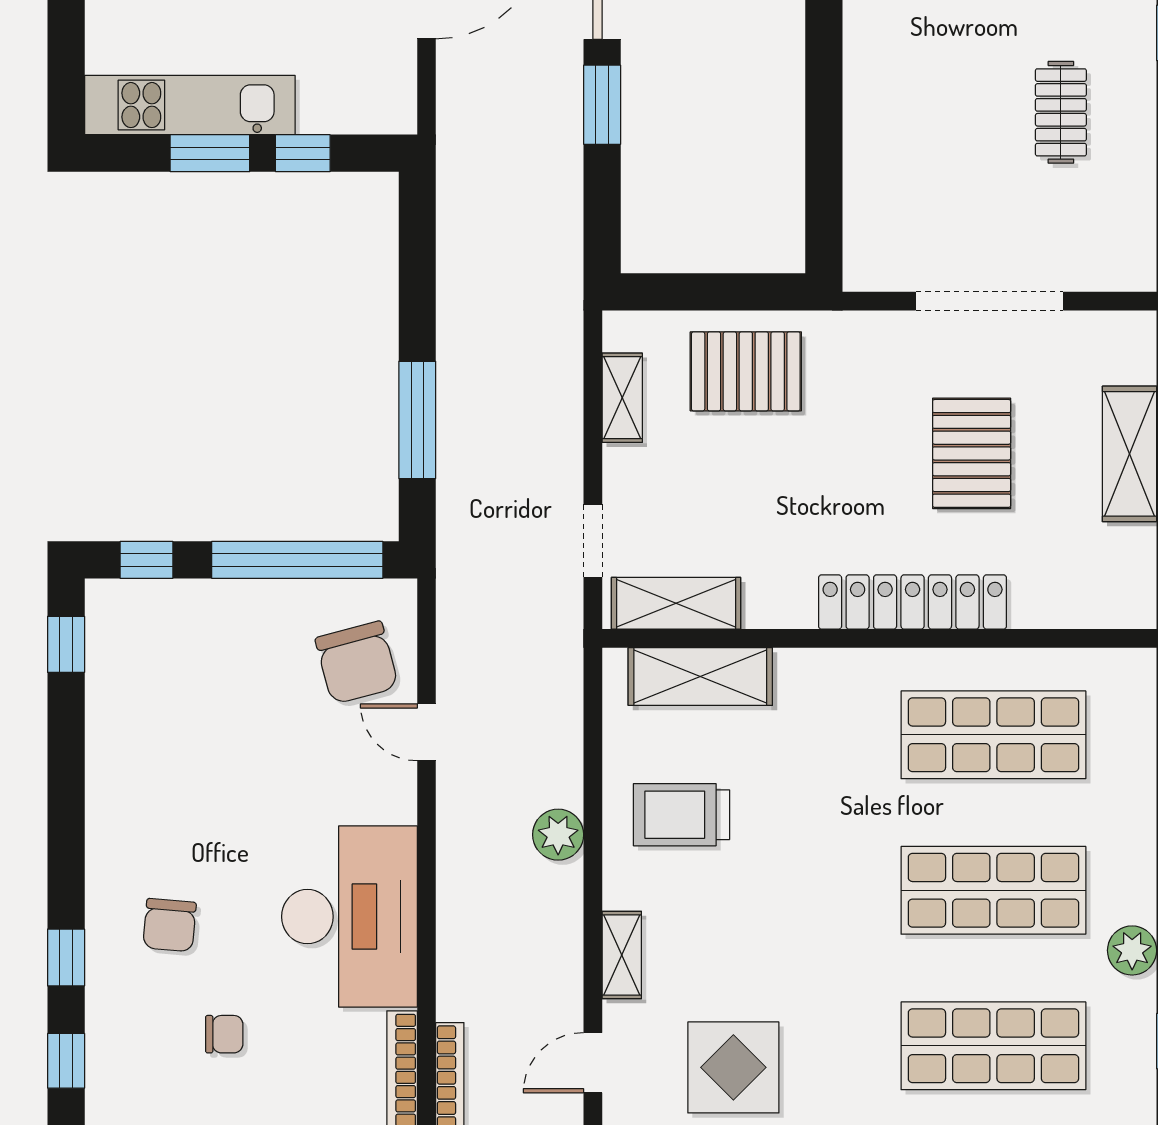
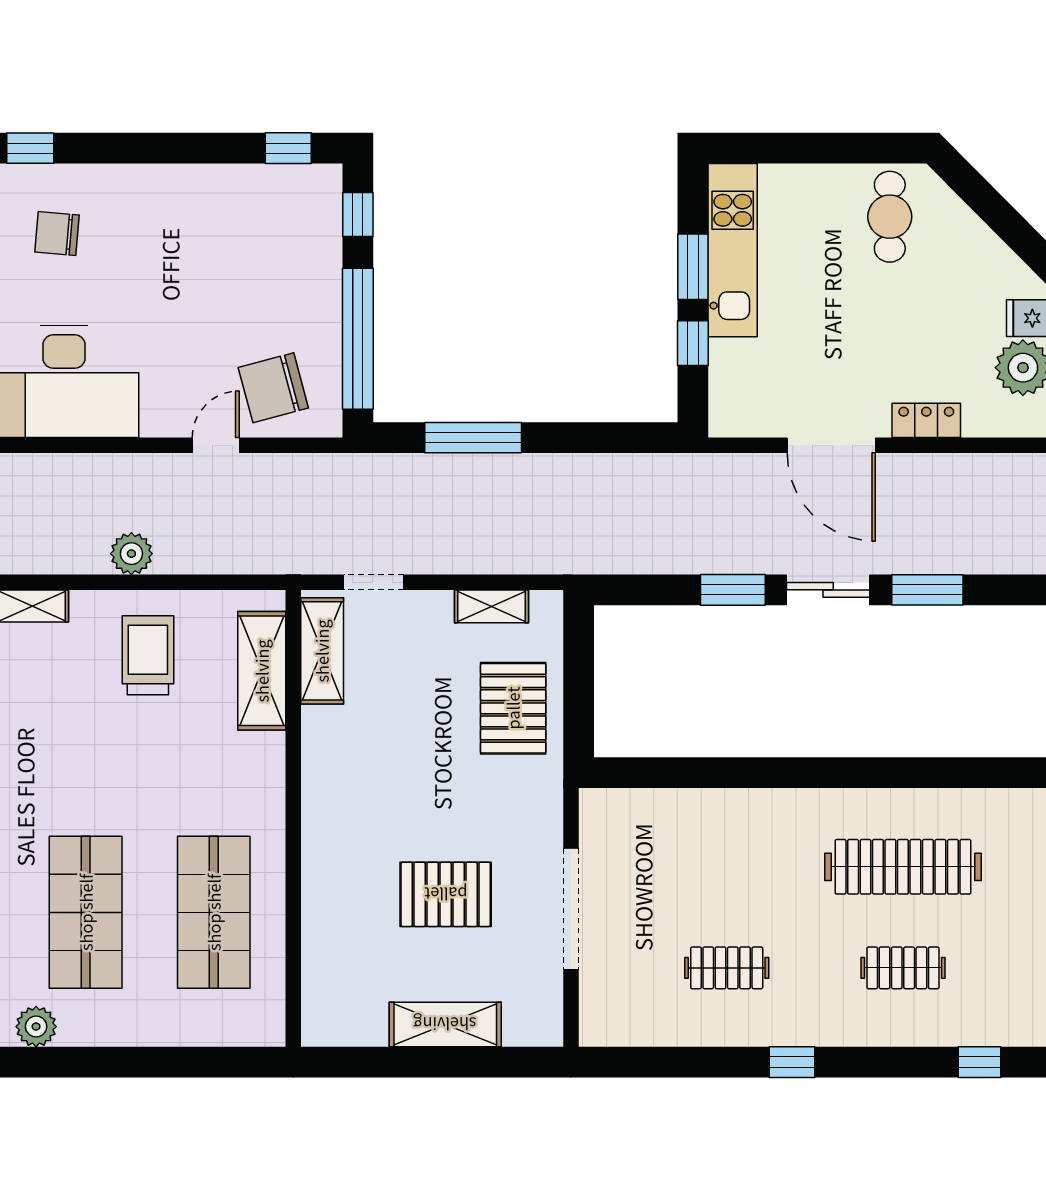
locker: (913, 602) -> (323, 846), removed

